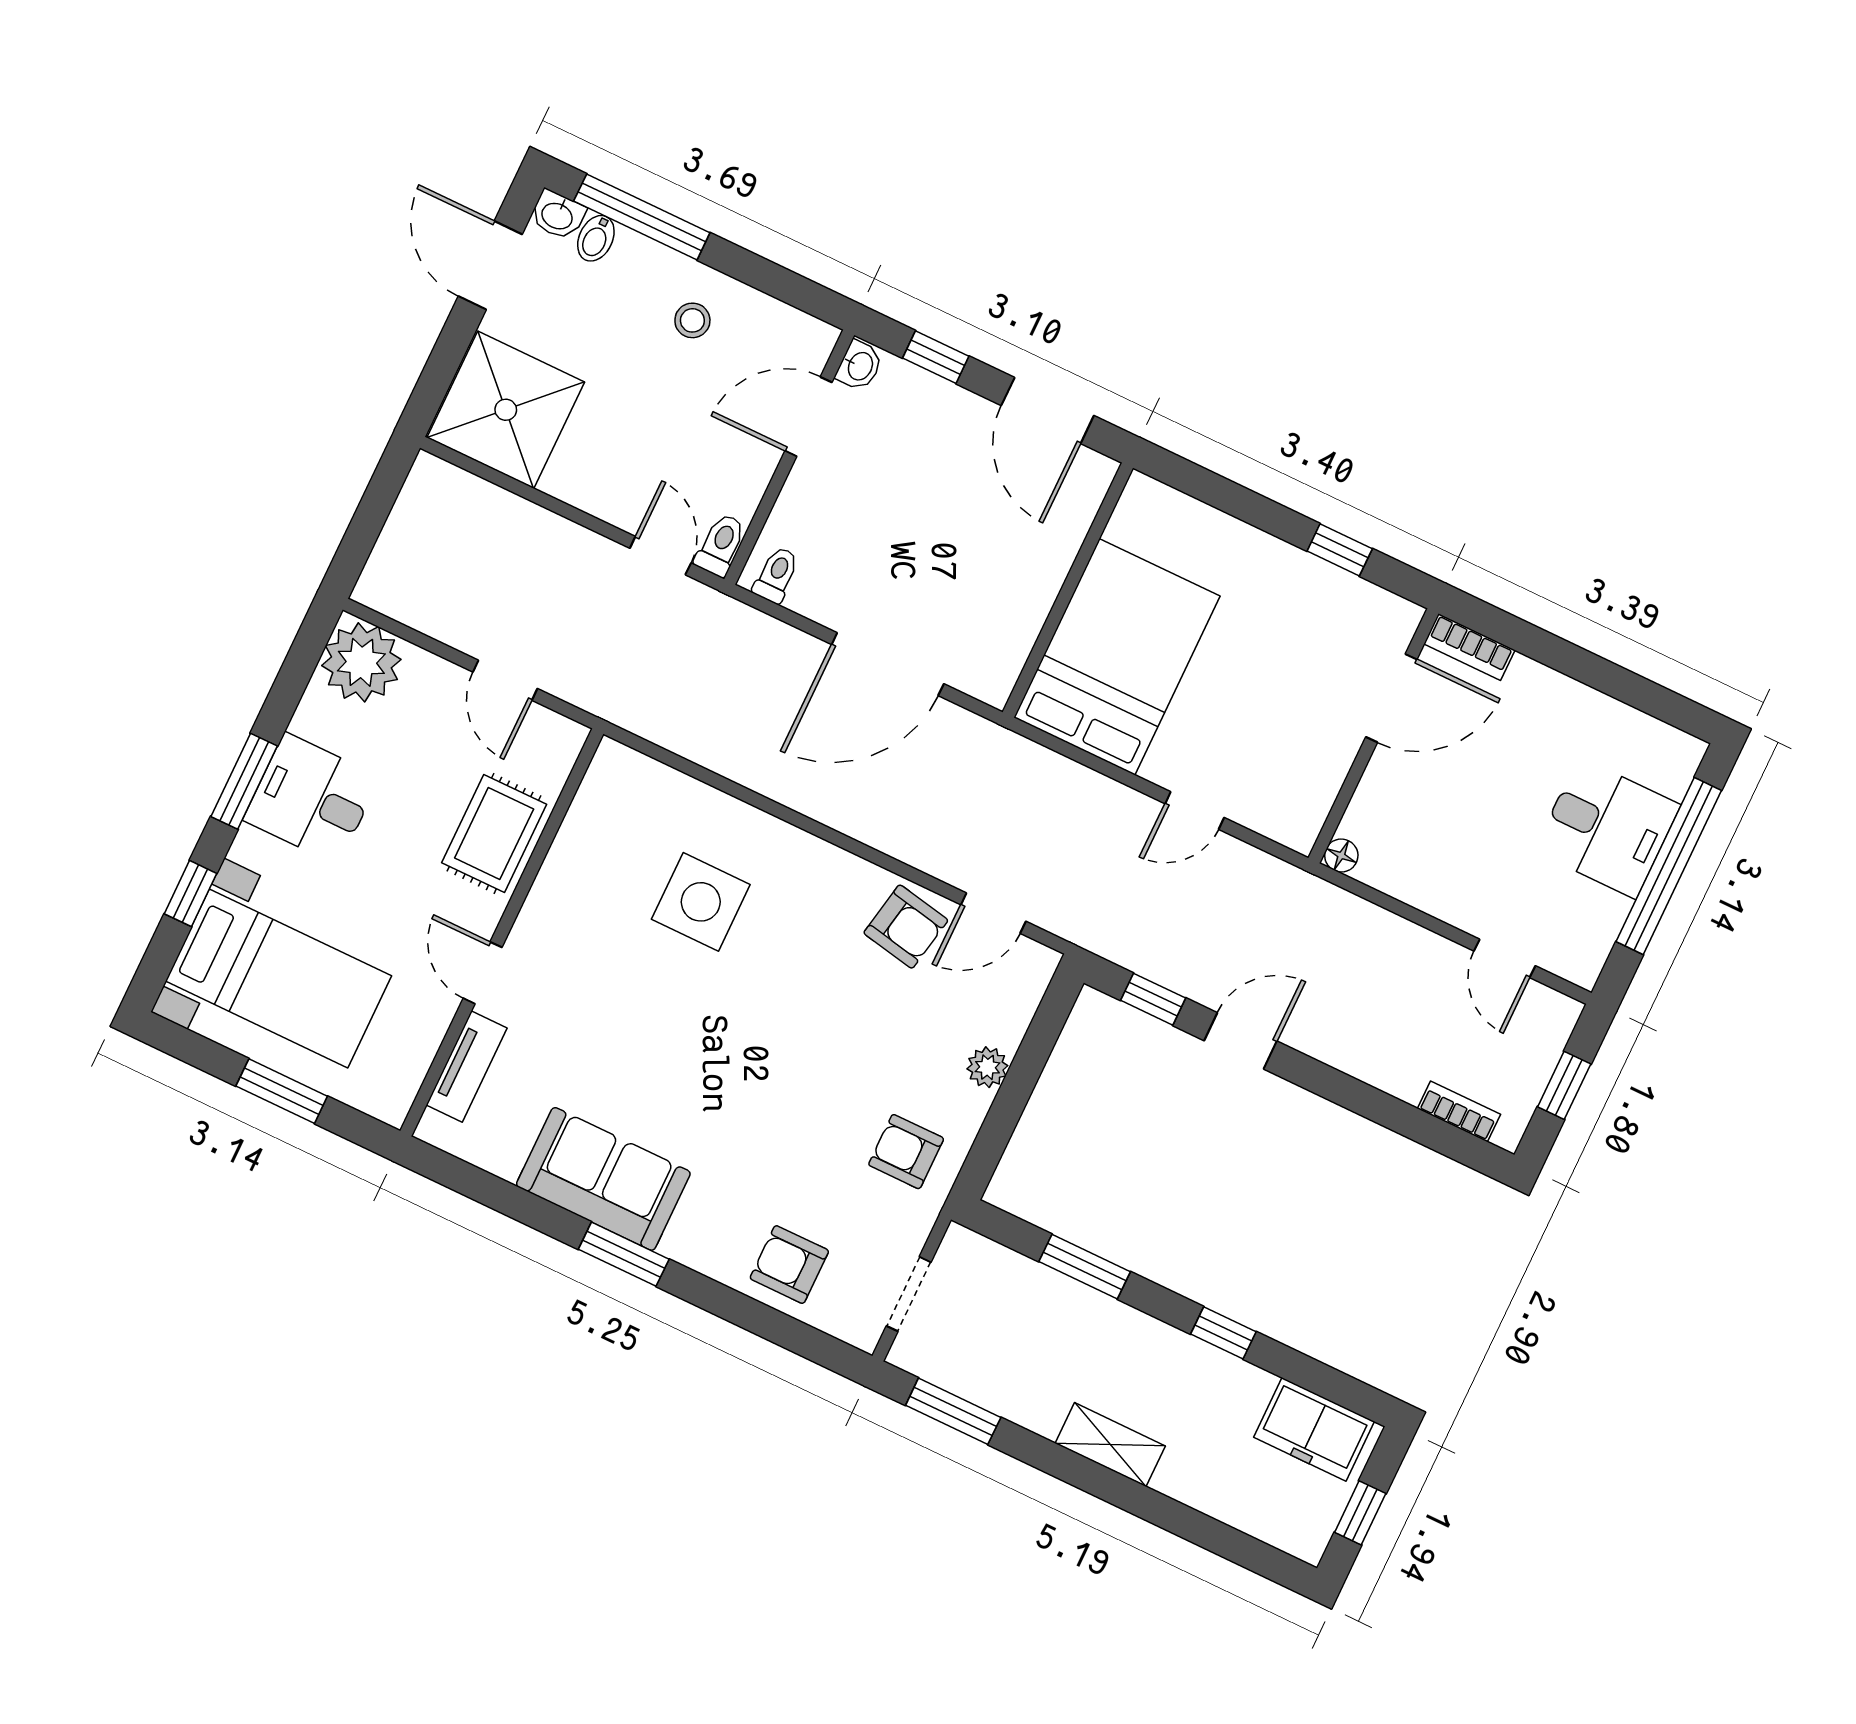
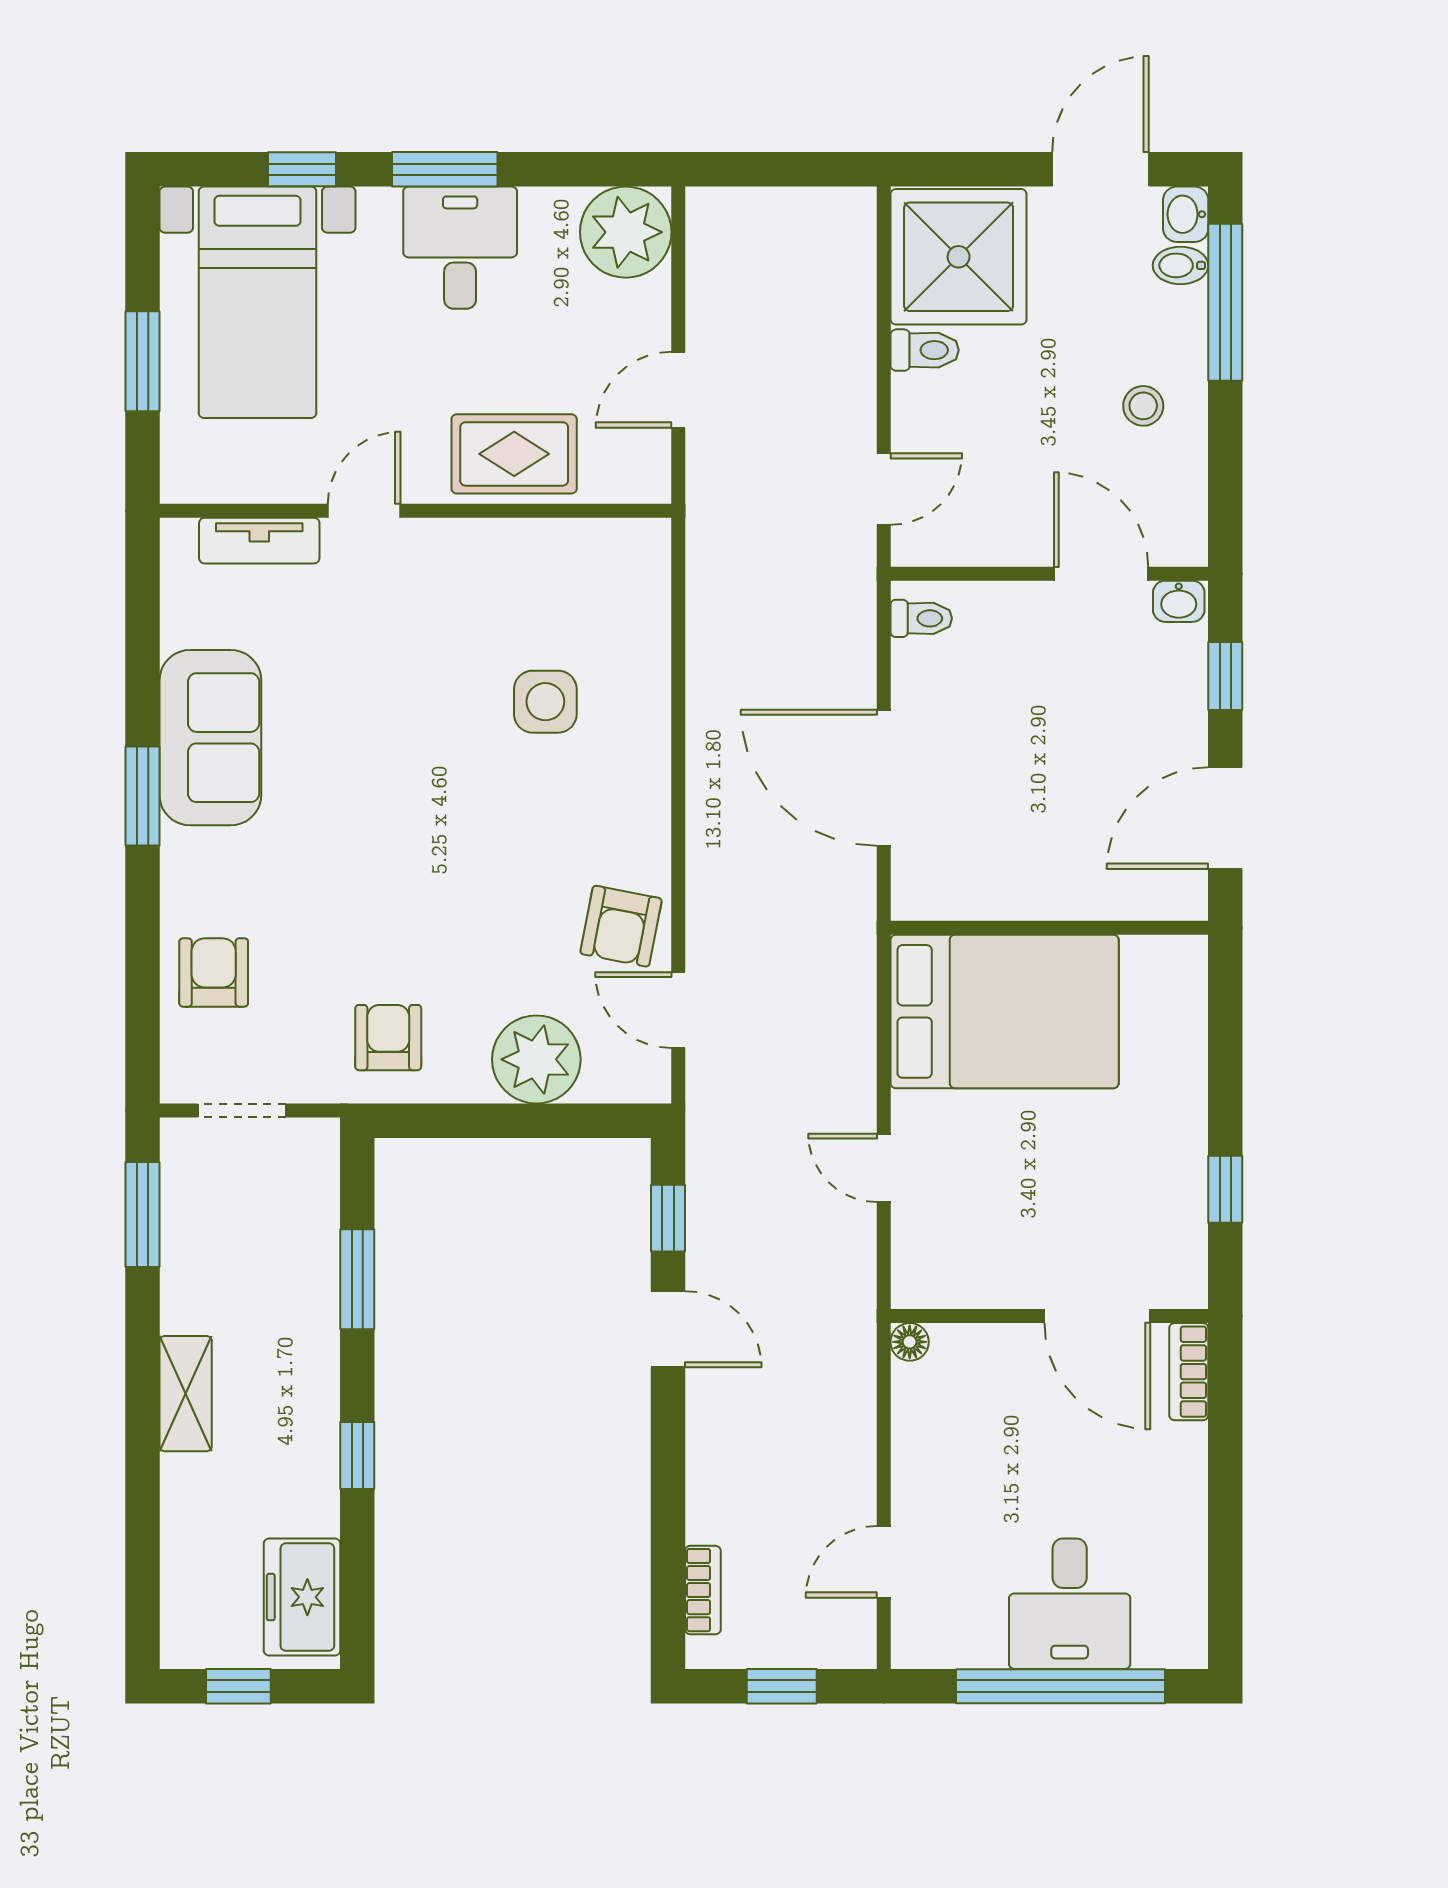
toilet: (721, 545) -> (925, 350), moved
side table: (701, 902) -> (545, 702), width x0.73, depth x0.73
plant: (987, 1067) -> (536, 1059), width x1.87, depth x1.87

